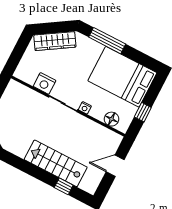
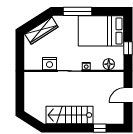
stairs: (56, 163) -> (70, 115), moved

